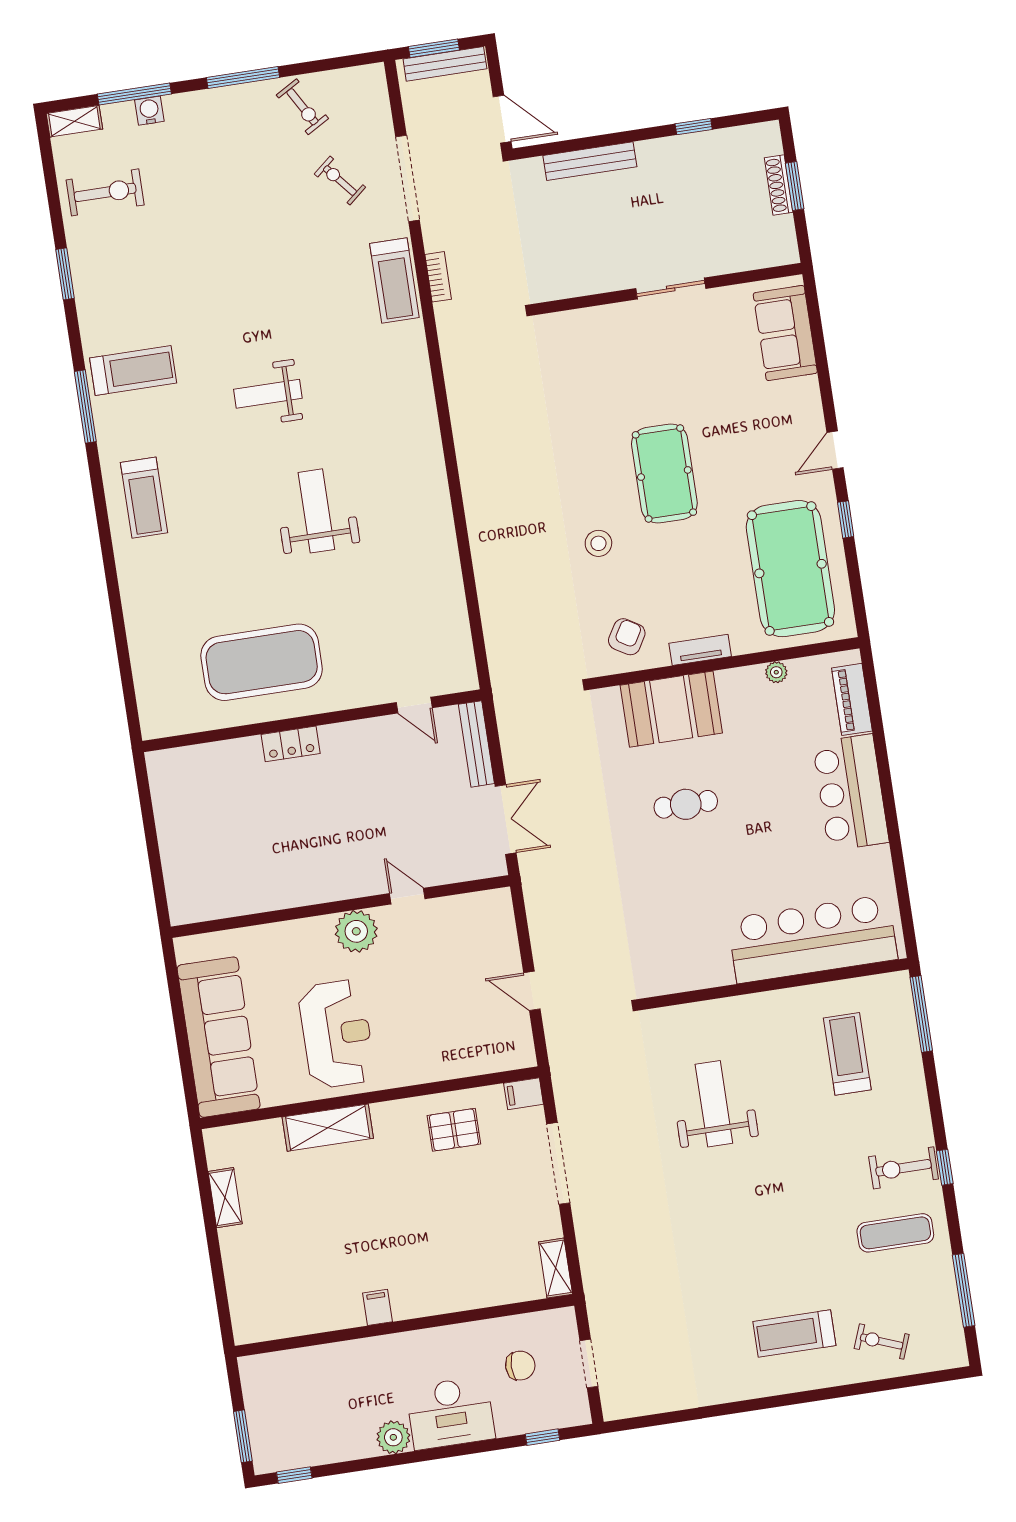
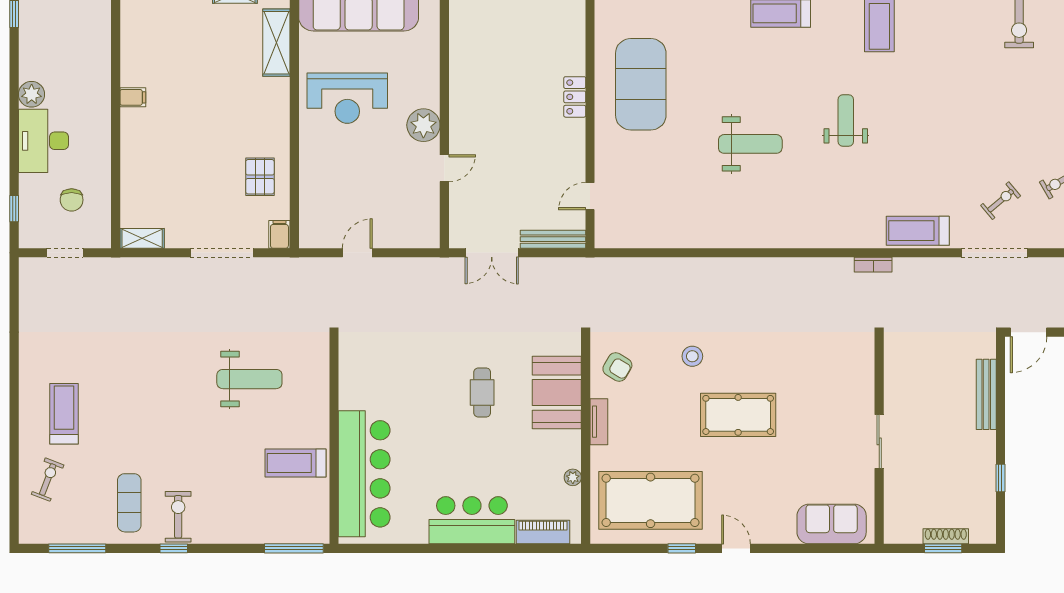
bookcase: (438, 277) -> (873, 265), moved
treadmill: (847, 1054) -> (295, 463), moved, turned 180
shelving: (328, 1128) -> (276, 43), moved

